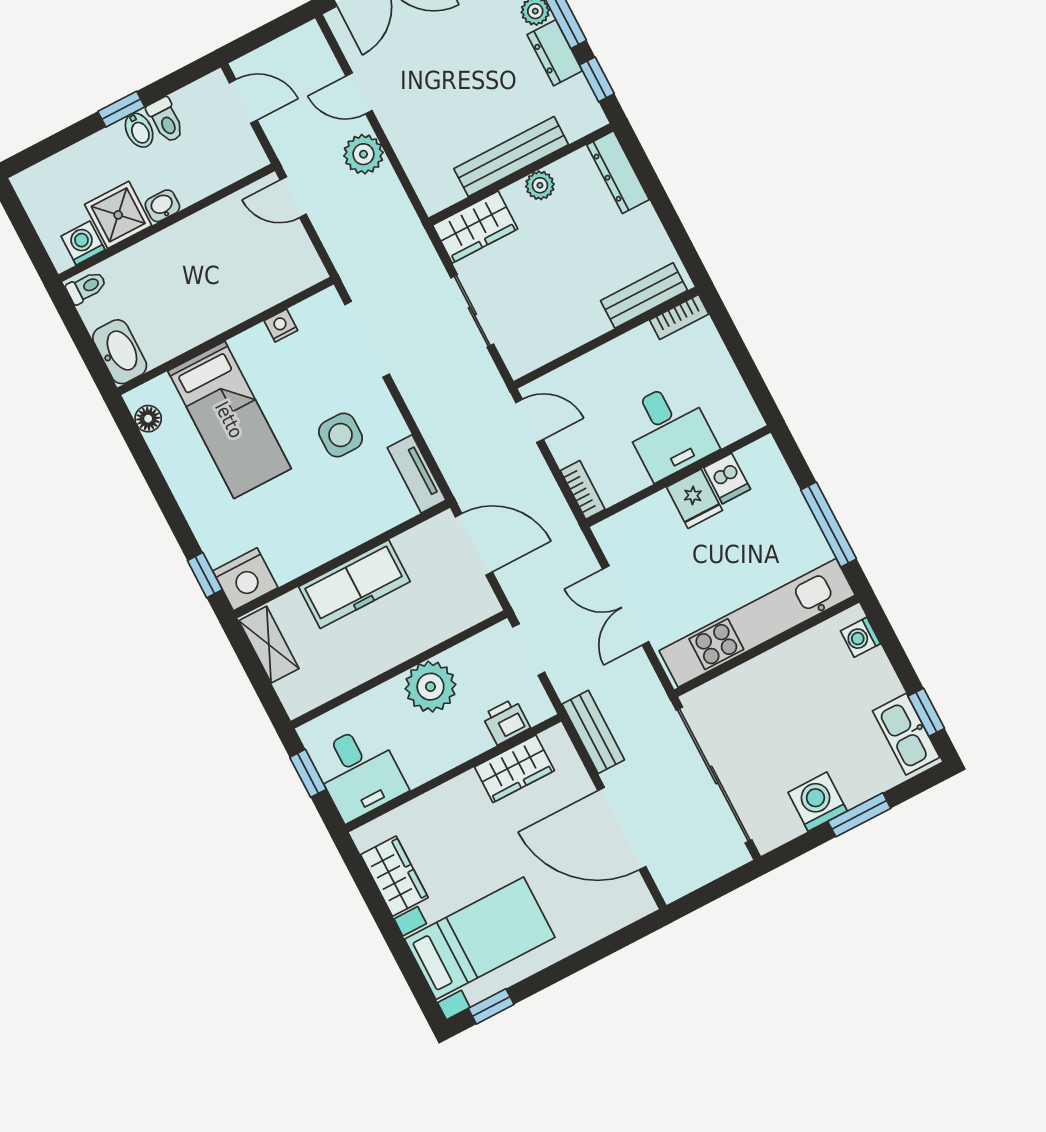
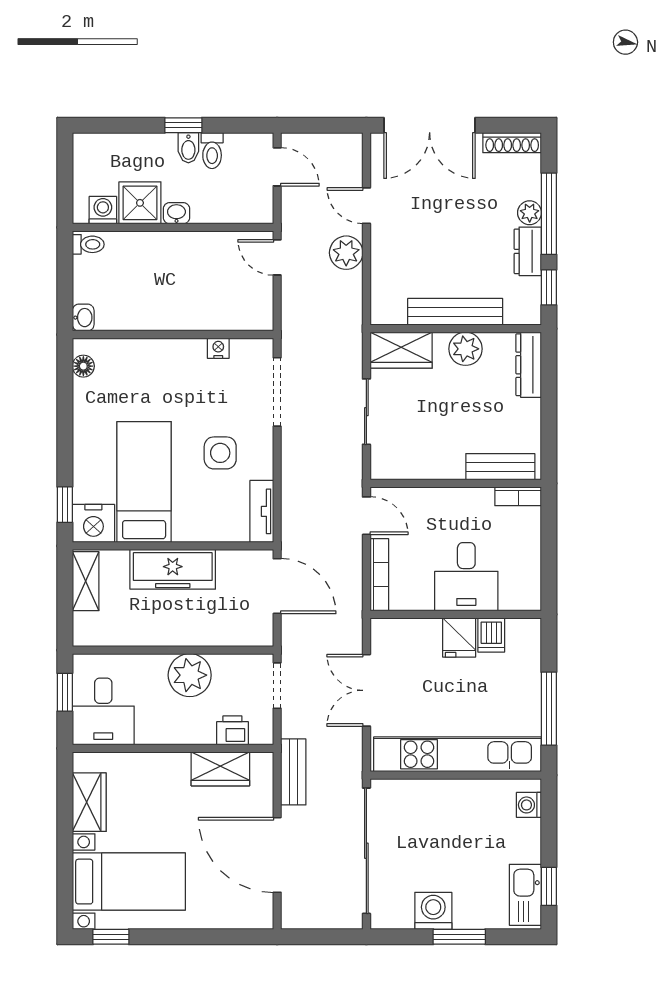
plant: (540, 185) -> (465, 349), width x1.38, depth x1.38
washbasin: (120, 352) -> (83, 318), width x0.52, depth x0.69
bed: (229, 420) -> (144, 482), moved, turned 180
bookcase: (583, 490) -> (379, 575), width x1.56

